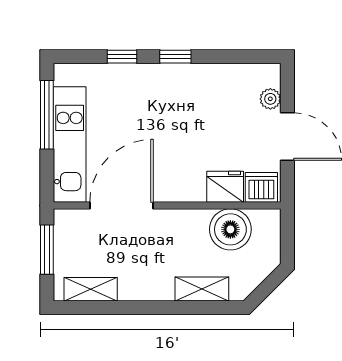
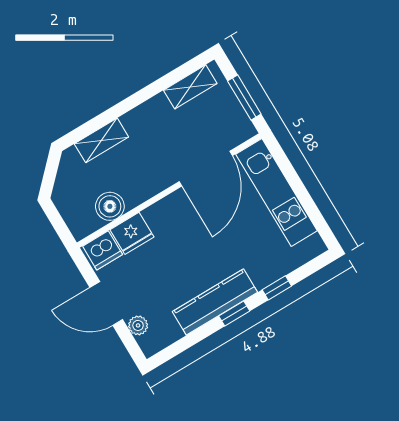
kitchen counter: (187, 78) -> (215, 302), added
window: (47, 115) -> (309, 205), removed
boiler: (230, 229) -> (110, 206), width x0.73, depth x0.73

